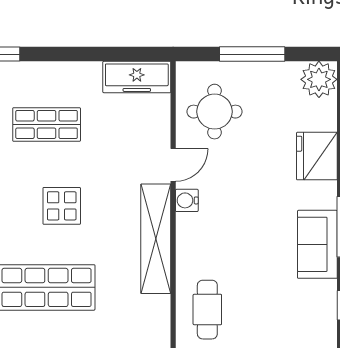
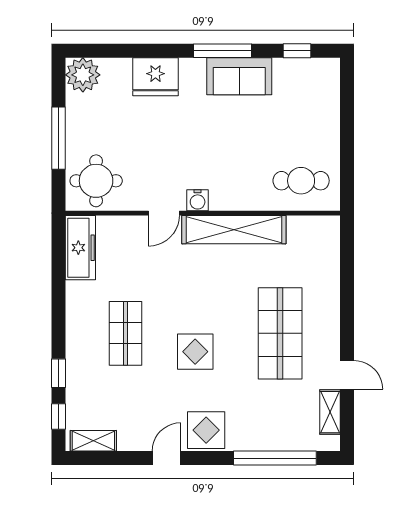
round table: (215, 112) -> (96, 181), moved
door: (173, 165) -> (164, 213), swing flipped
display table: (62, 206) -> (195, 352), moved

